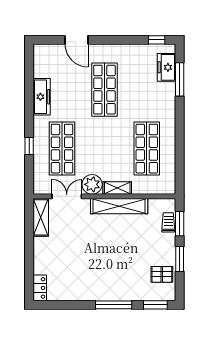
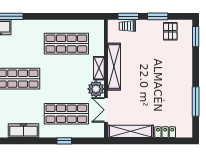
shelving: (41, 217) -> (130, 131), width x1.47
locker: (40, 288) -> (165, 132), moved
window: (114, 305) -> (196, 101), moved

